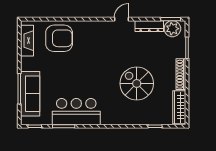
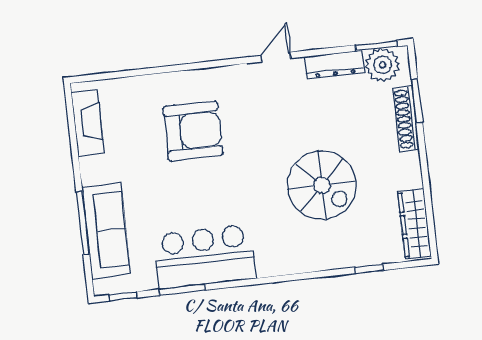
armchair: (59, 38) -> (193, 131), moved
shoe rack: (181, 74) -> (406, 119), moved
spiral stairs: (137, 83) -> (322, 185), turned 180

